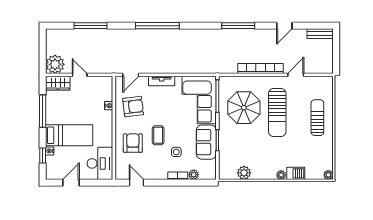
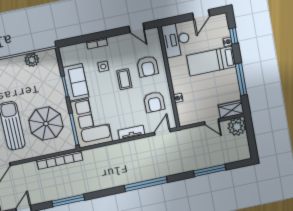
bookcase: (260, 69) -> (60, 160), moved
armchair: (133, 107) -> (154, 102), turned -83
plant: (194, 175) -> (82, 48), removed

